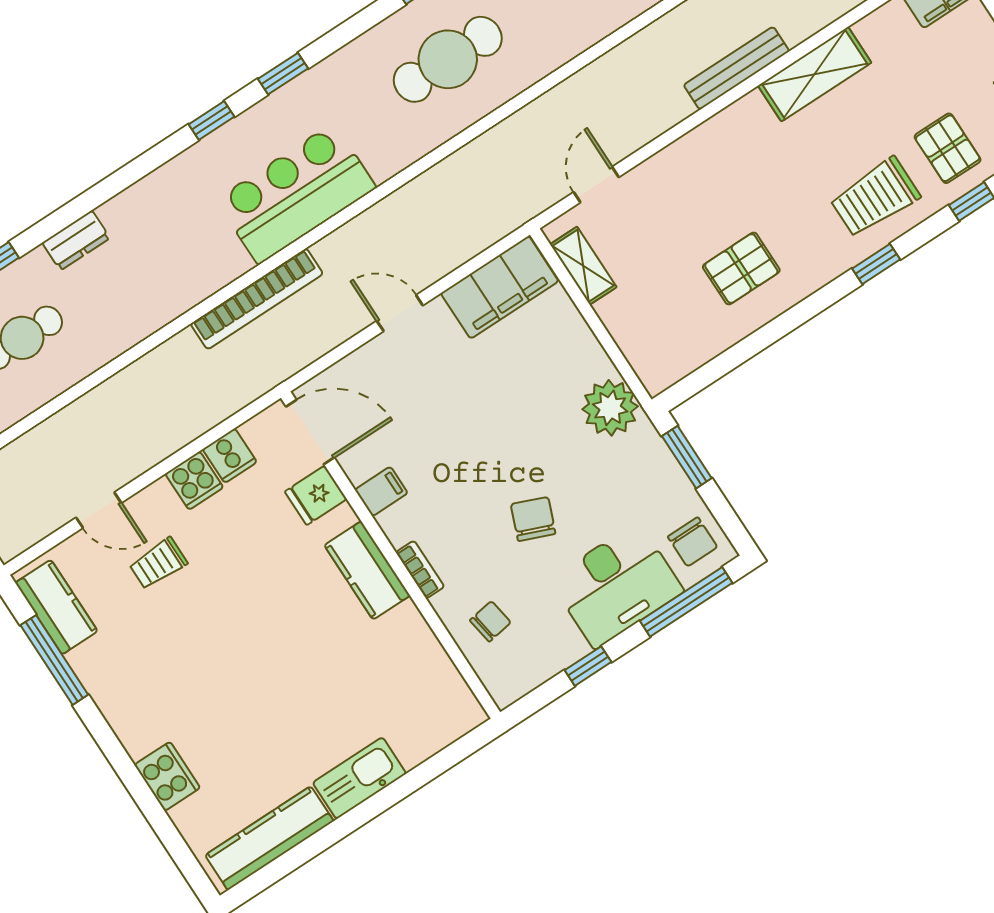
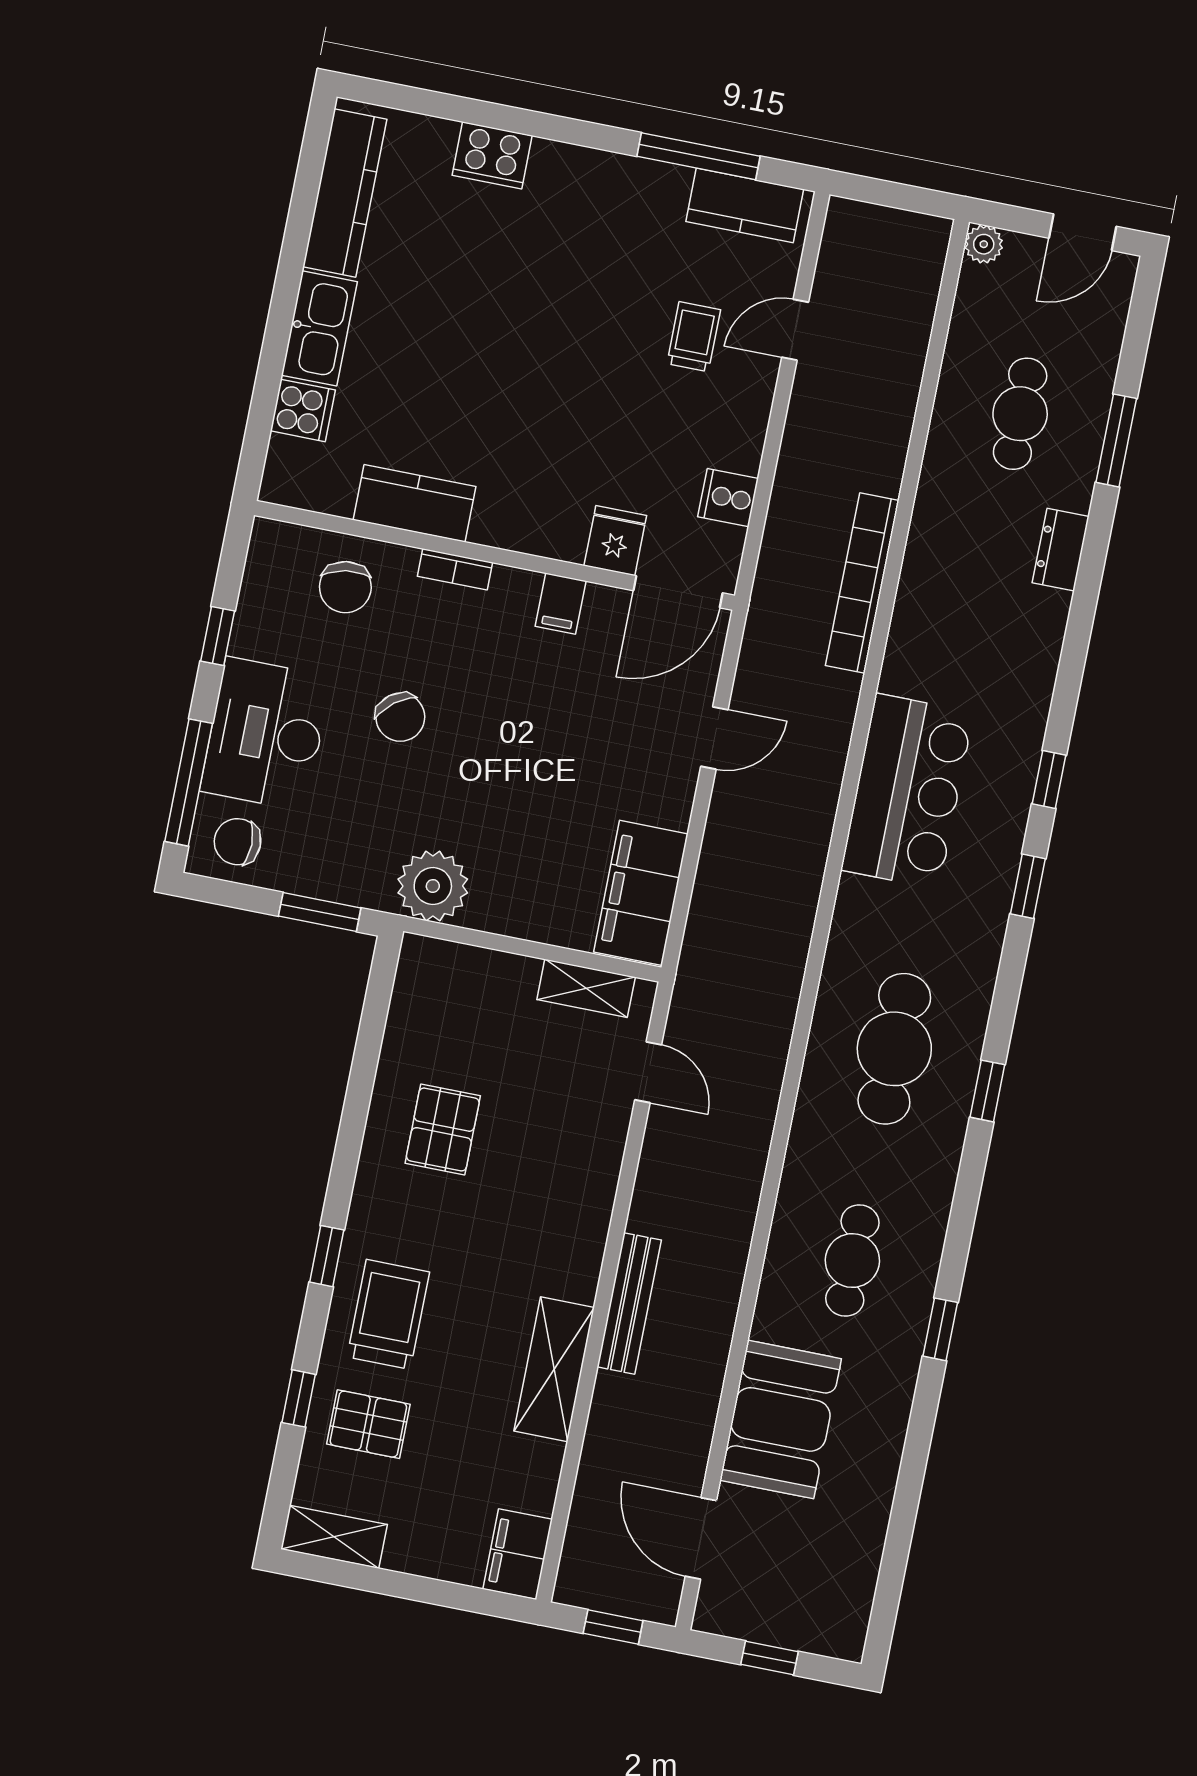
bookcase: (257, 299) -> (862, 583), moved
door: (400, 313) -> (714, 738), moved
cooker: (194, 481) -> (303, 410), moved, turned 180
chair: (533, 519) -> (400, 717), turned 30
kitchen counter: (367, 570) -> (415, 503), moved
chair: (490, 621) -> (345, 587), width x1.37, depth x1.37

